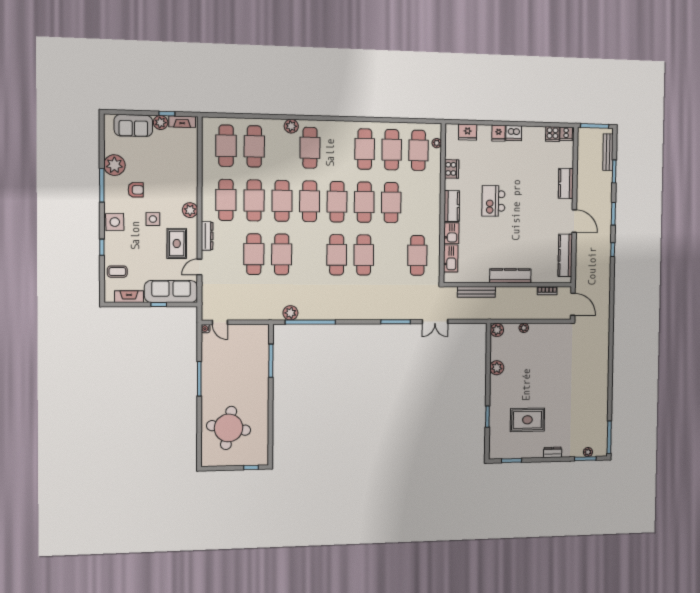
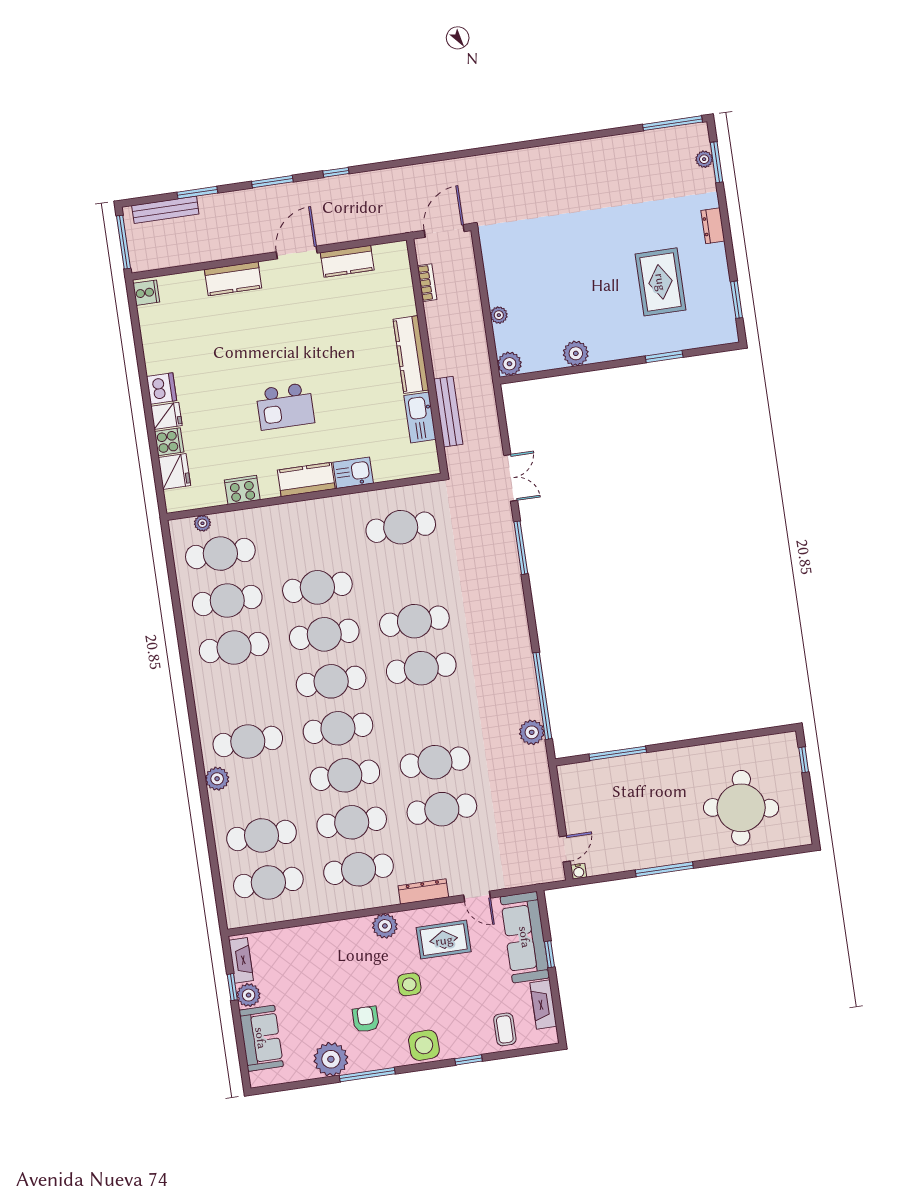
cooker: (552, 134) -> (169, 442), moved
kitchen counter: (565, 255) -> (347, 261), width x0.67
kitchen sink: (451, 258) -> (420, 417), moved, turned -90

